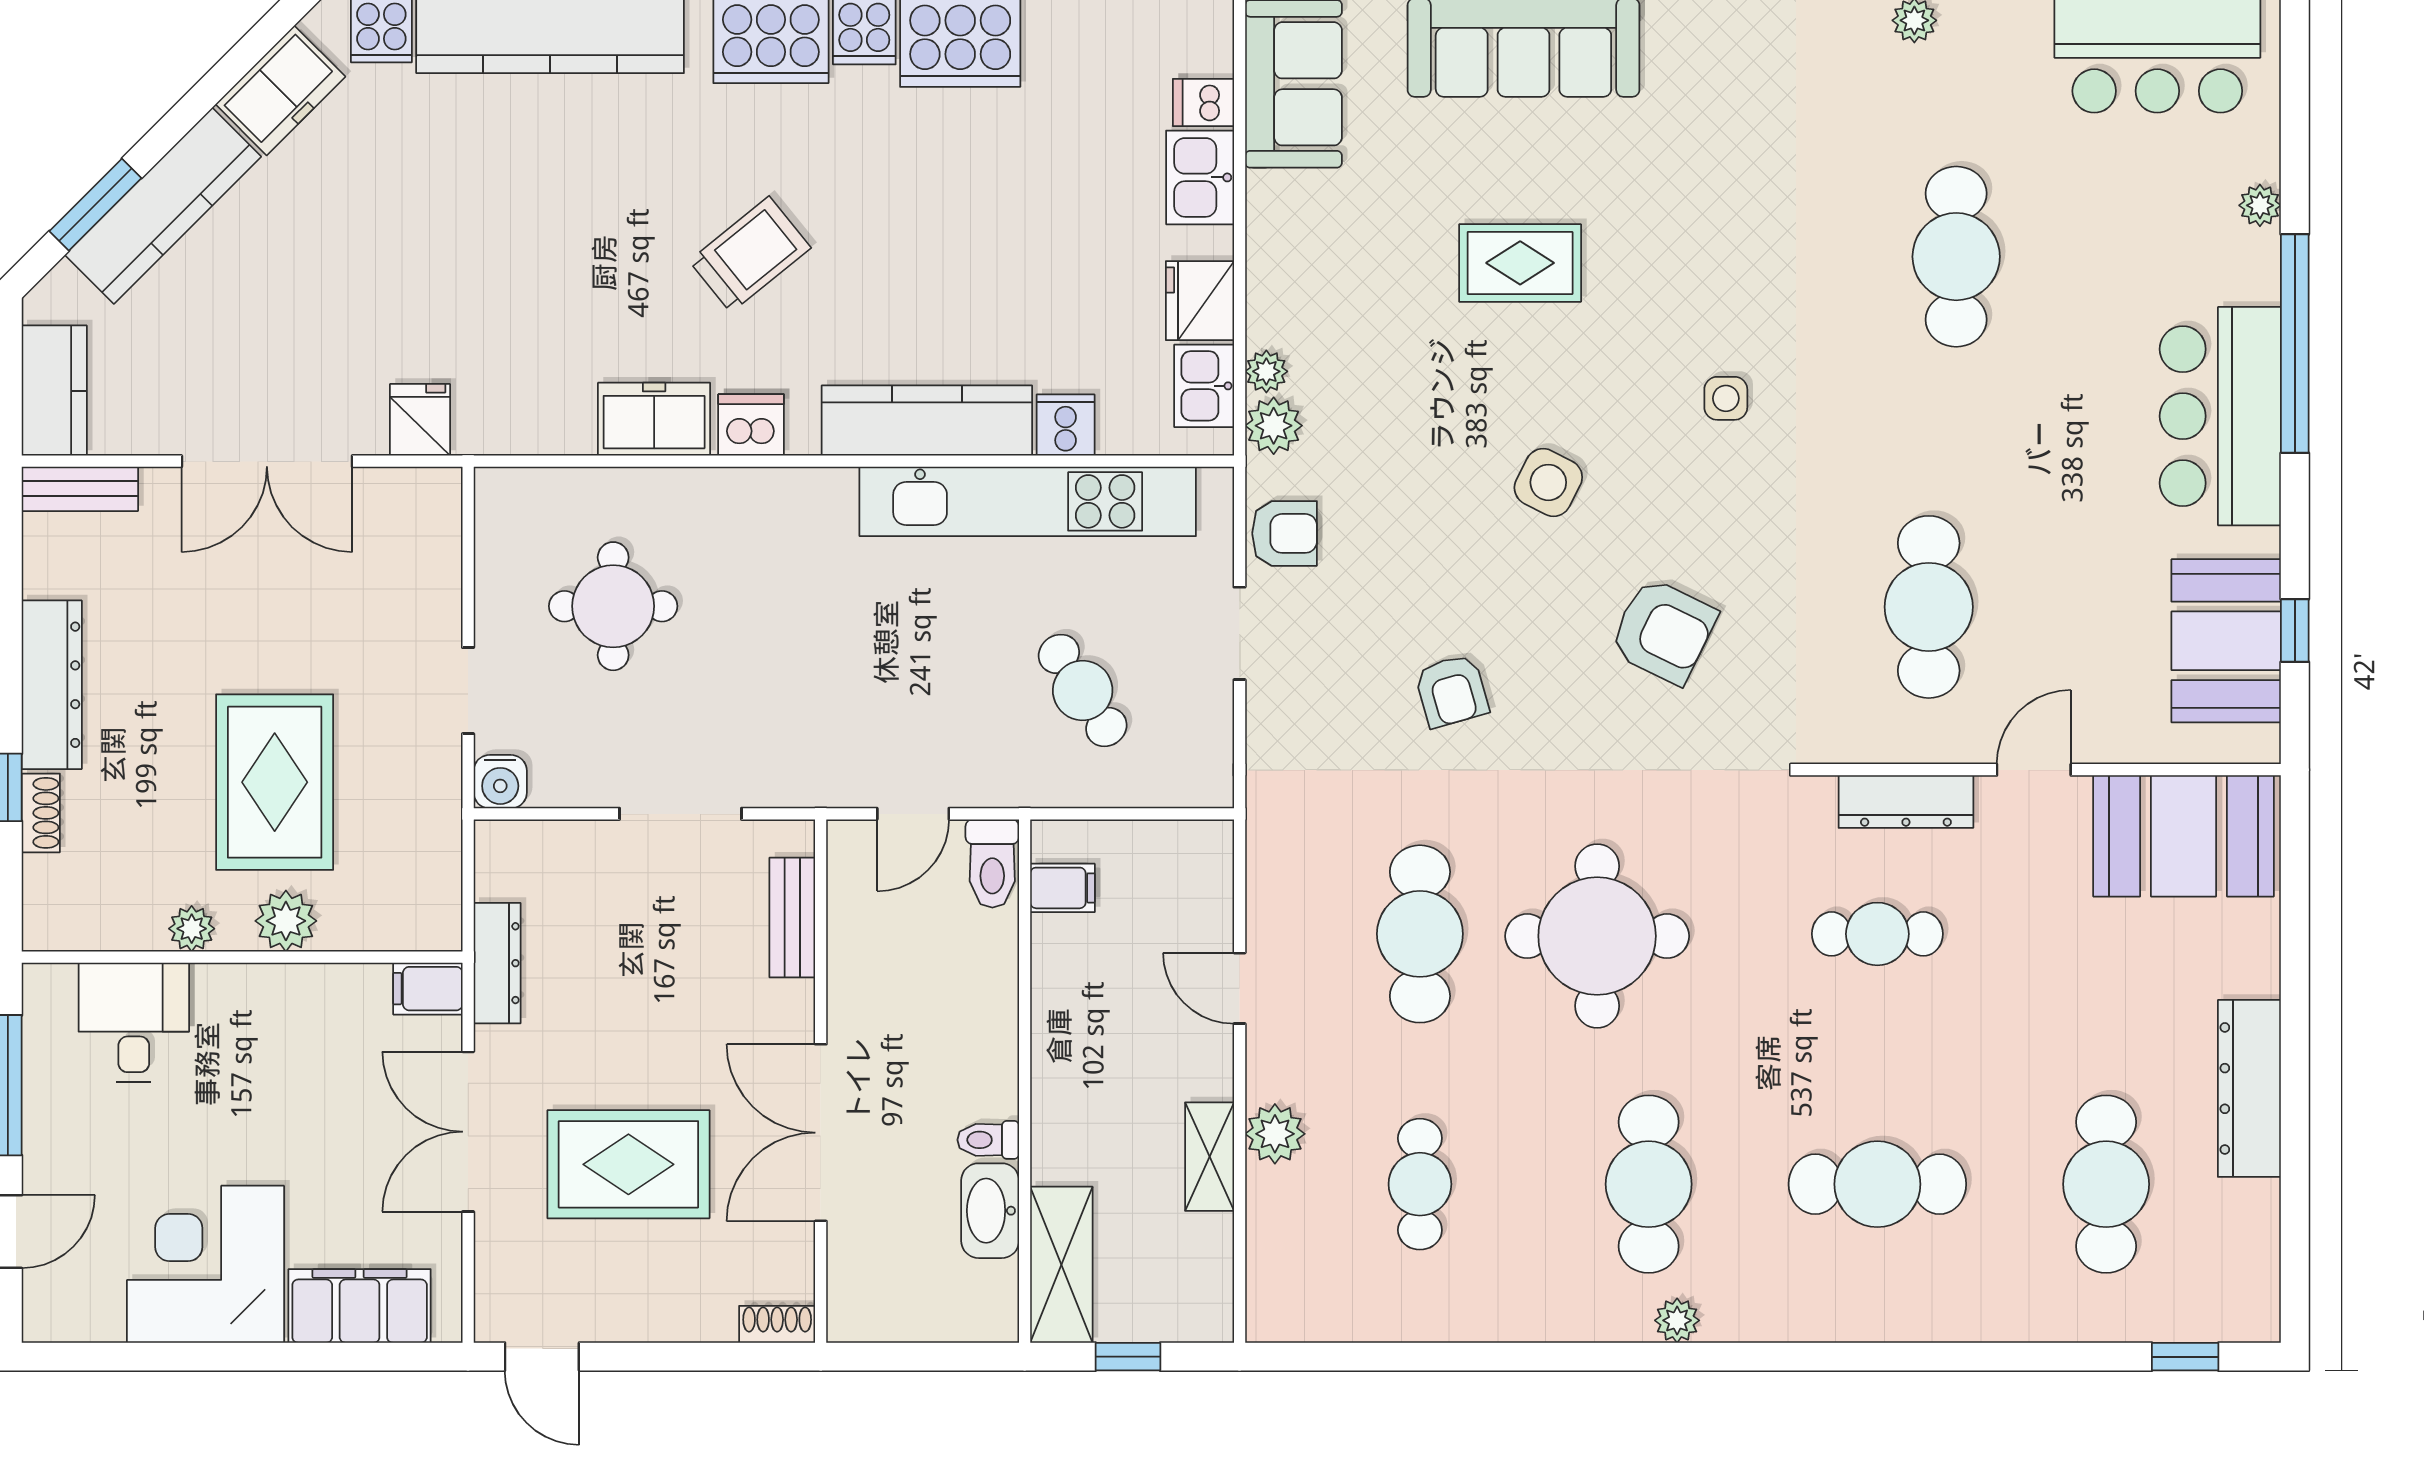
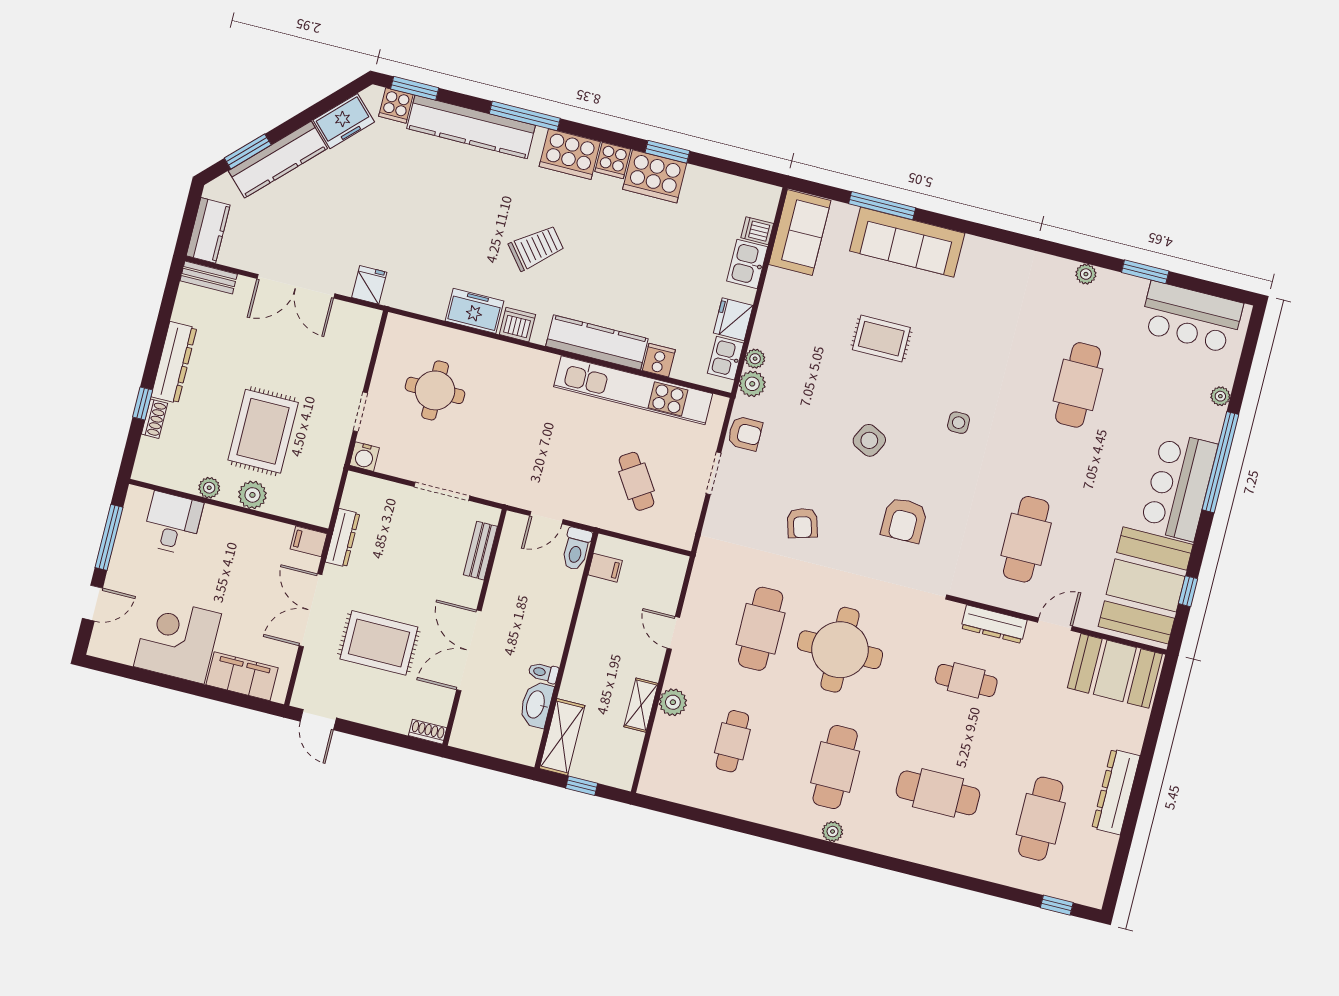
armchair: (1663, 631) -> (904, 520), turned 64
booth: (2226, 641) -> (1146, 585), width x1.36, depth x1.42

